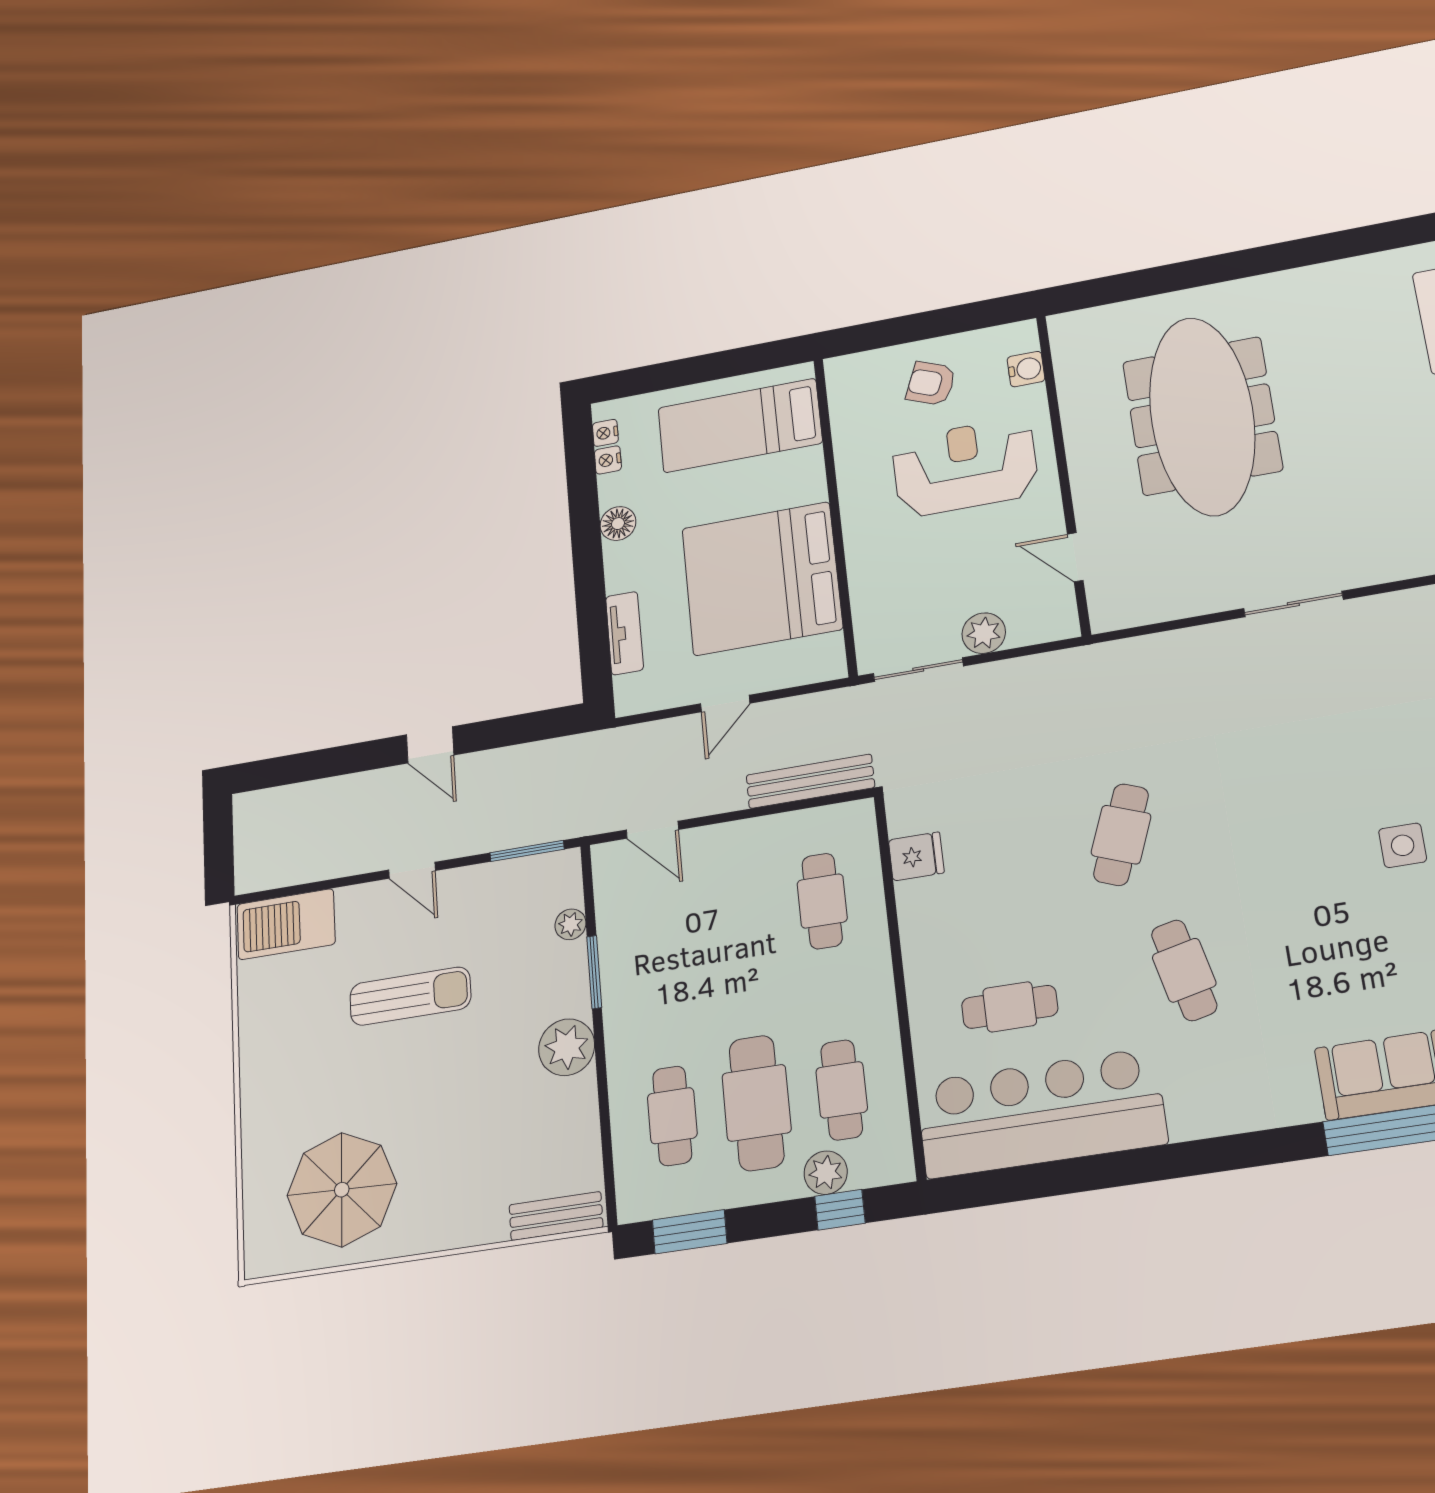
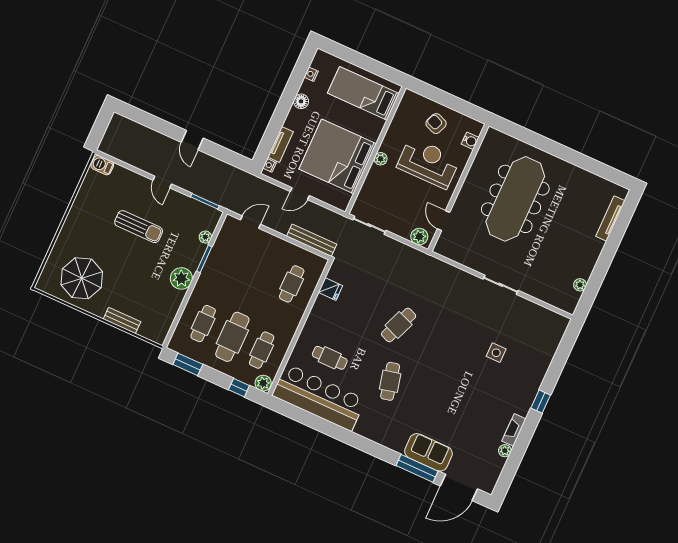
nightstand: (605, 433) -> (270, 165), moved
plant: (857, 524) -> (381, 159), added
plant: (984, 633) -> (419, 237), moved
door: (652, 830) -> (251, 222), swing flipped
side table: (1403, 845) -> (496, 353), moved
barbecue: (286, 924) -> (102, 165), width x0.53, depth x0.65
plant: (826, 1173) -> (263, 383), moved
bench: (556, 1216) -> (122, 320), moved

